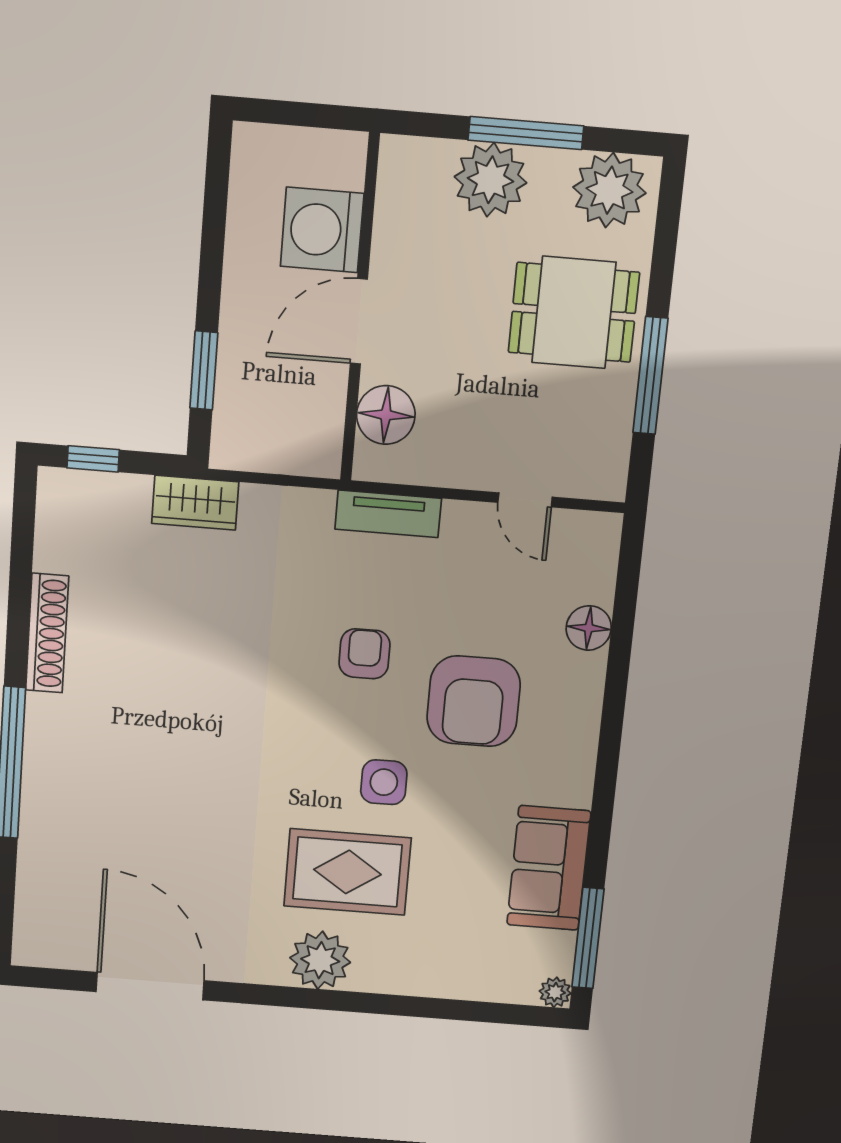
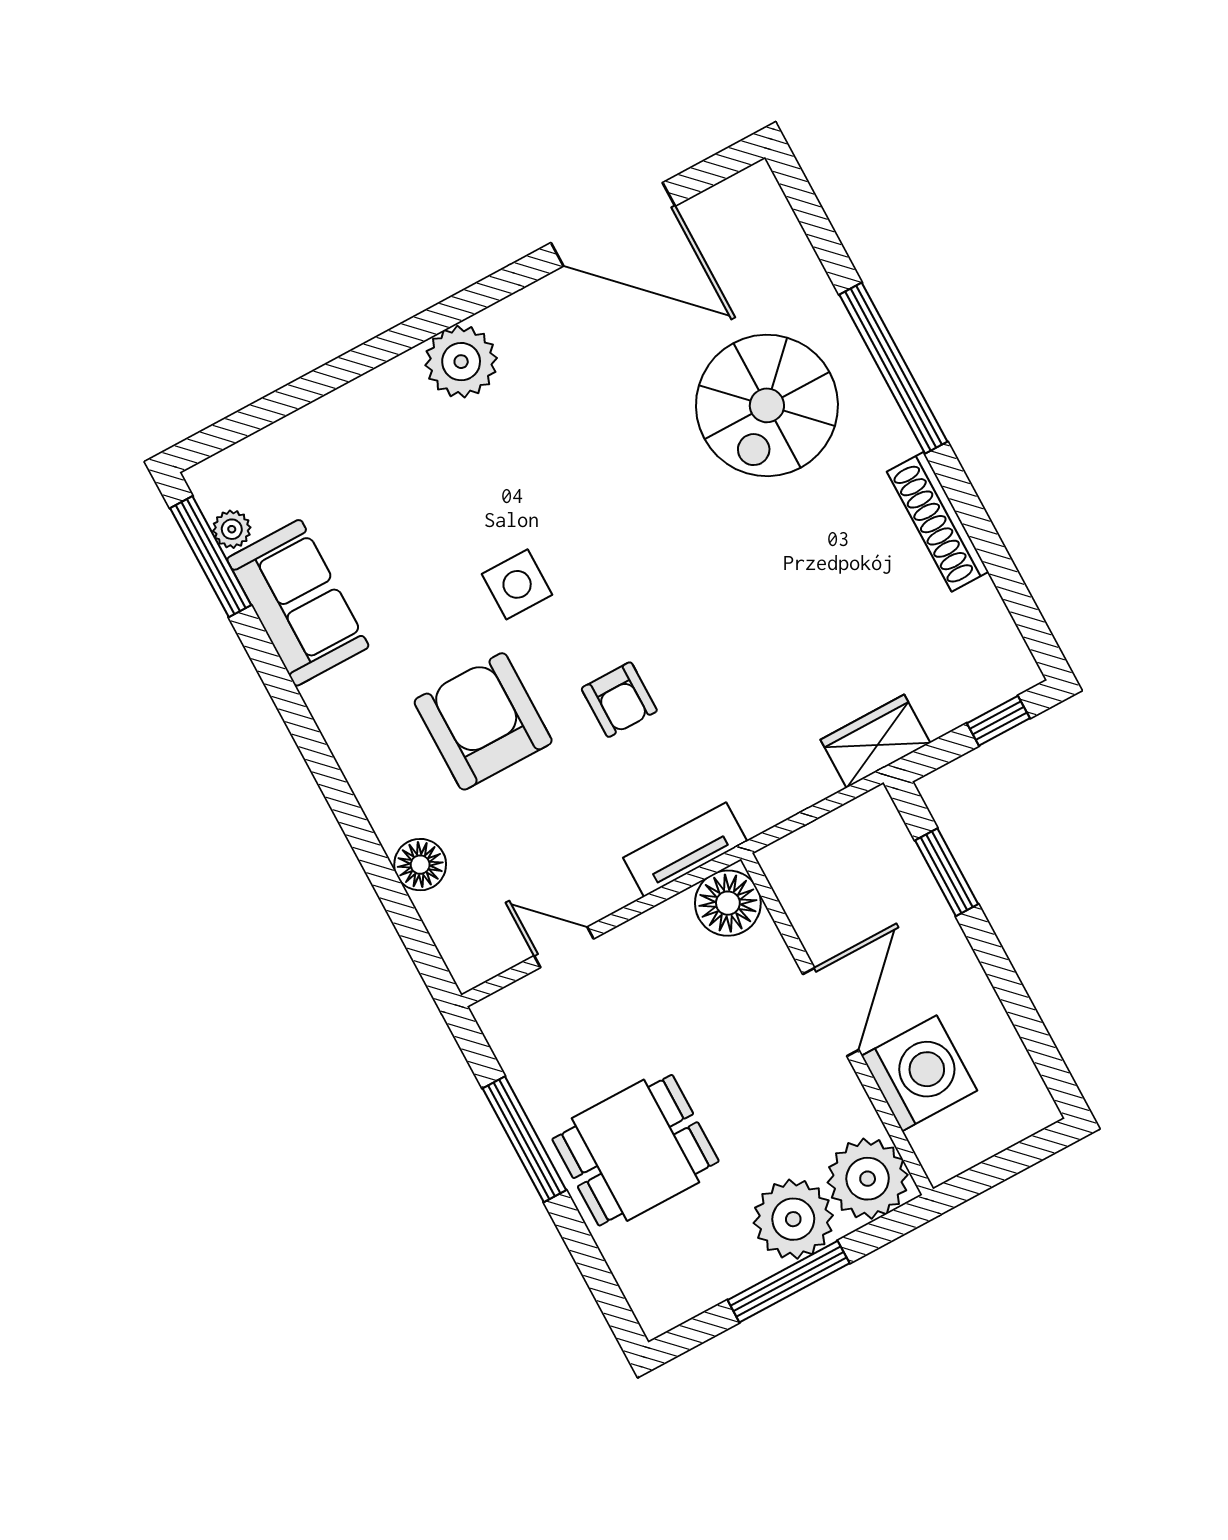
plant: (609, 190) -> (868, 1179), moved
floor lamp: (386, 415) -> (728, 903), moved
spiral stairs: (120, 794) -> (767, 405), added
rug: (347, 872) -> (493, 470), removed
plant: (555, 992) -> (232, 529), moved

